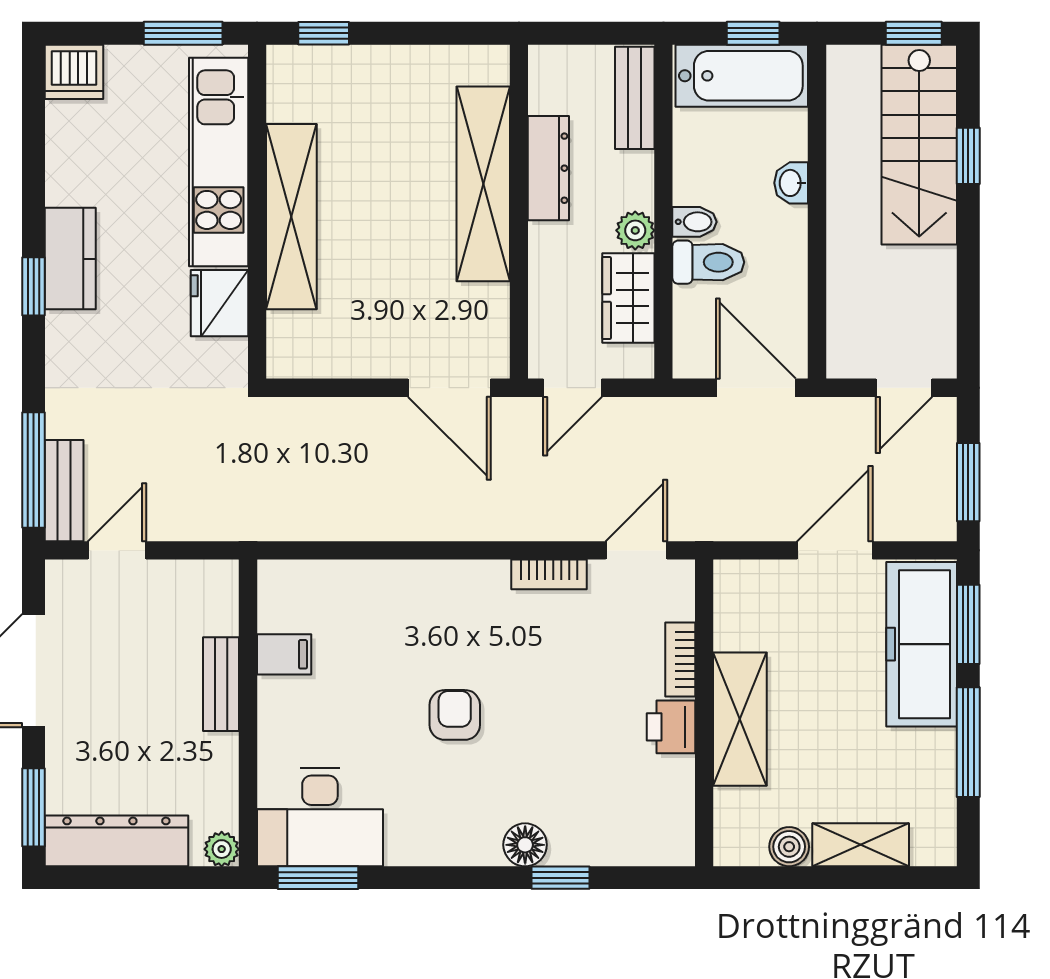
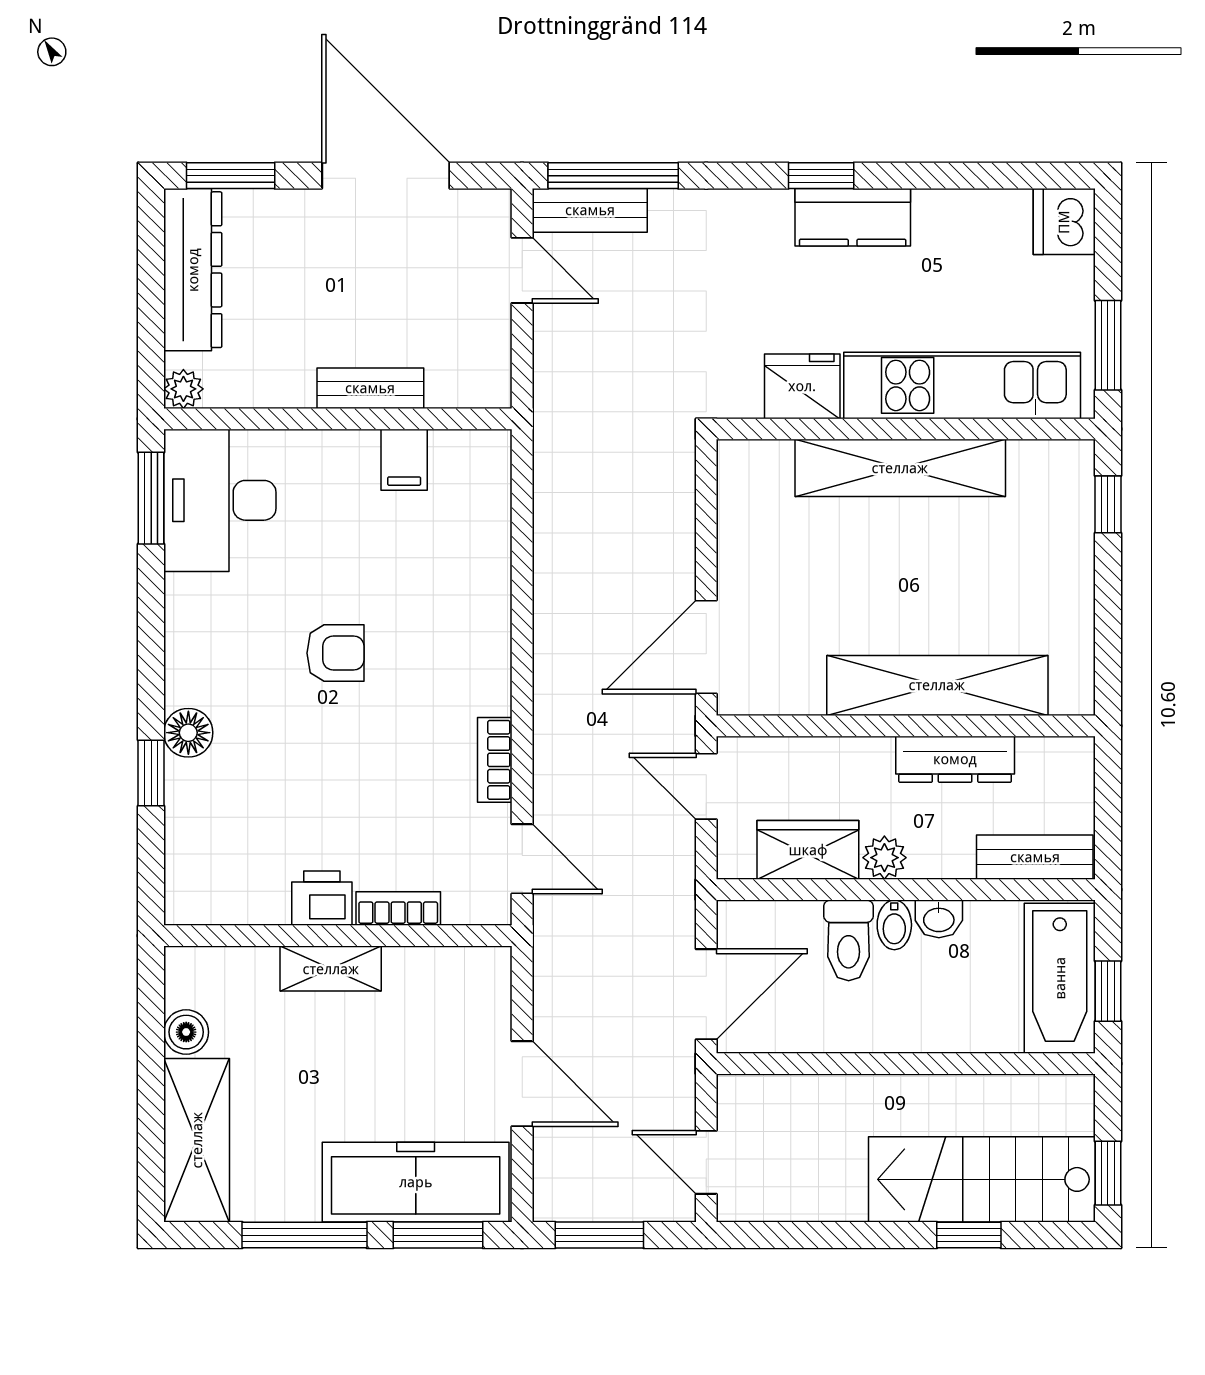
washbasin: (791, 183) -> (939, 919), moved, turned 180
shelving: (740, 719) -> (331, 969), width x0.67, depth x0.75
shelving: (861, 845) -> (197, 1140), width x1.50, depth x1.33

